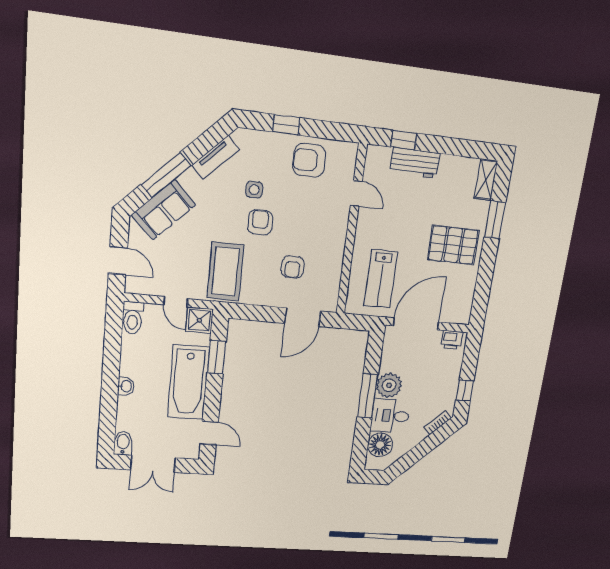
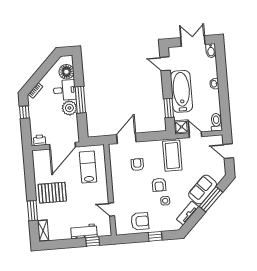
sofa: (164, 210) -> (203, 190), moved

